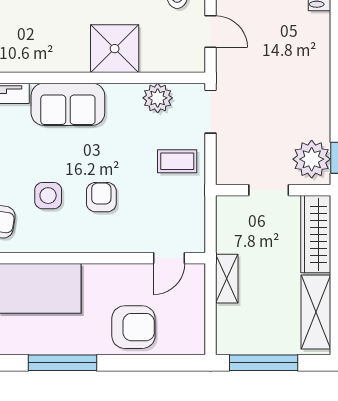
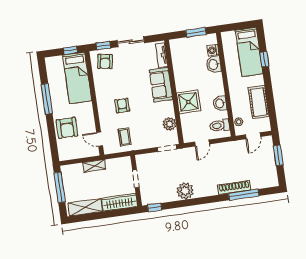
plant: (312, 159) -> (185, 191), moved
coffee table: (177, 161) -> (125, 137), moved
side table: (48, 196) -> (119, 82), removed
armchair: (101, 197) -> (122, 105), turned -90

